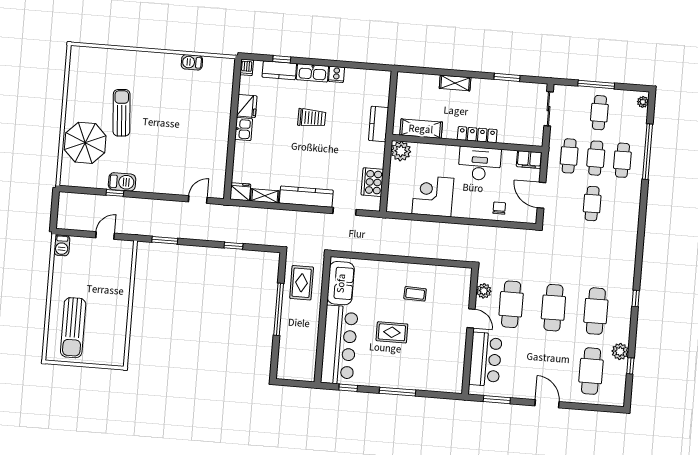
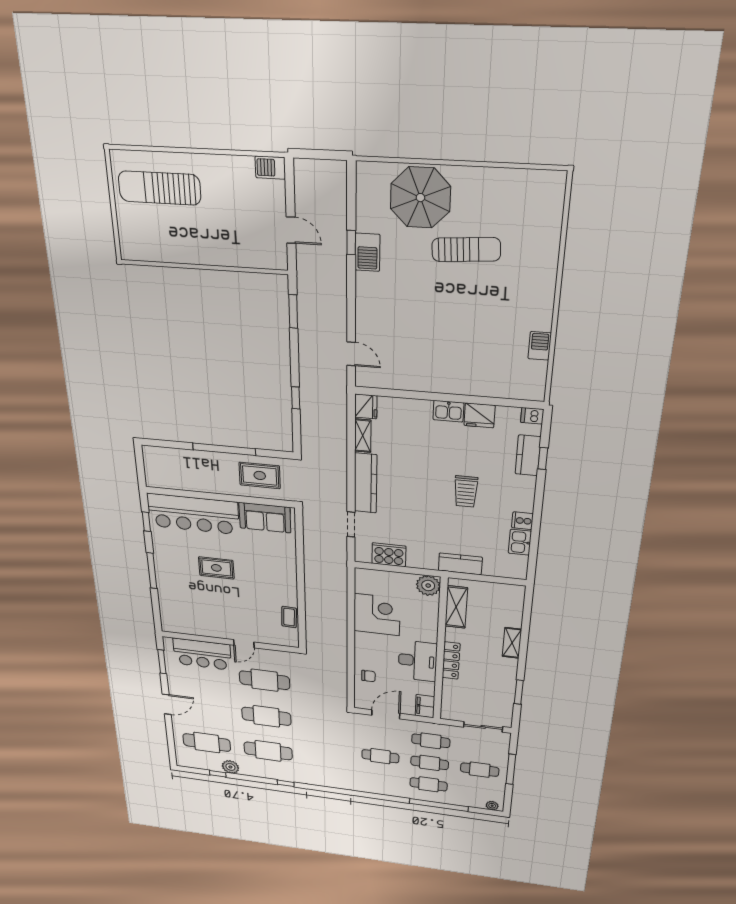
kitchen sink: (312, 73) -> (520, 542), moved, width x0.73
plant: (484, 291) -> (275, 657), removed
coffee table: (415, 294) -> (289, 617), moved
rug: (392, 332) -> (216, 568), turned 90

